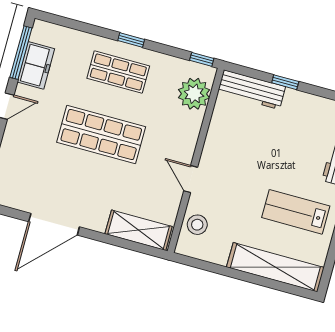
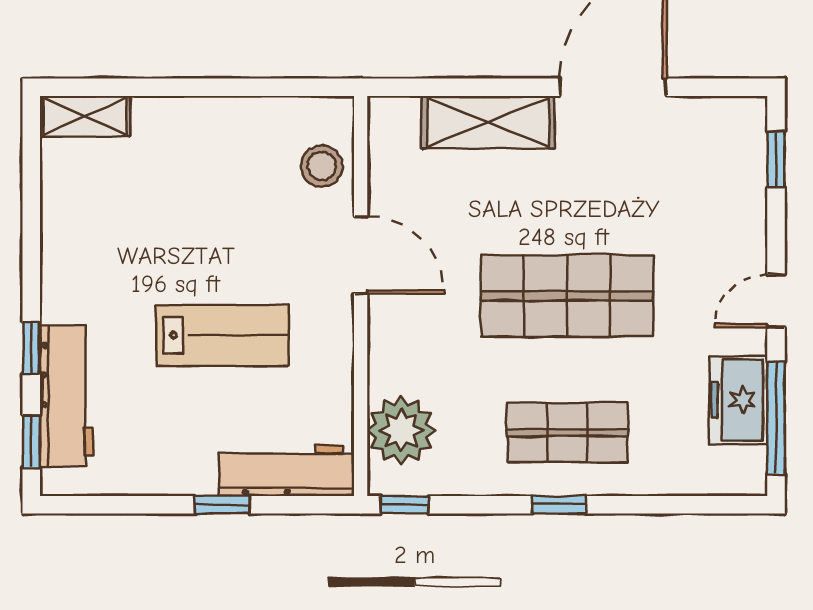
door: (191, 179) -> (361, 255), width x1.38
lab bench: (296, 212) -> (222, 335), moved
shelving: (139, 230) -> (488, 122), moved
shelving: (275, 267) -> (85, 116), width x0.45, depth x0.75

